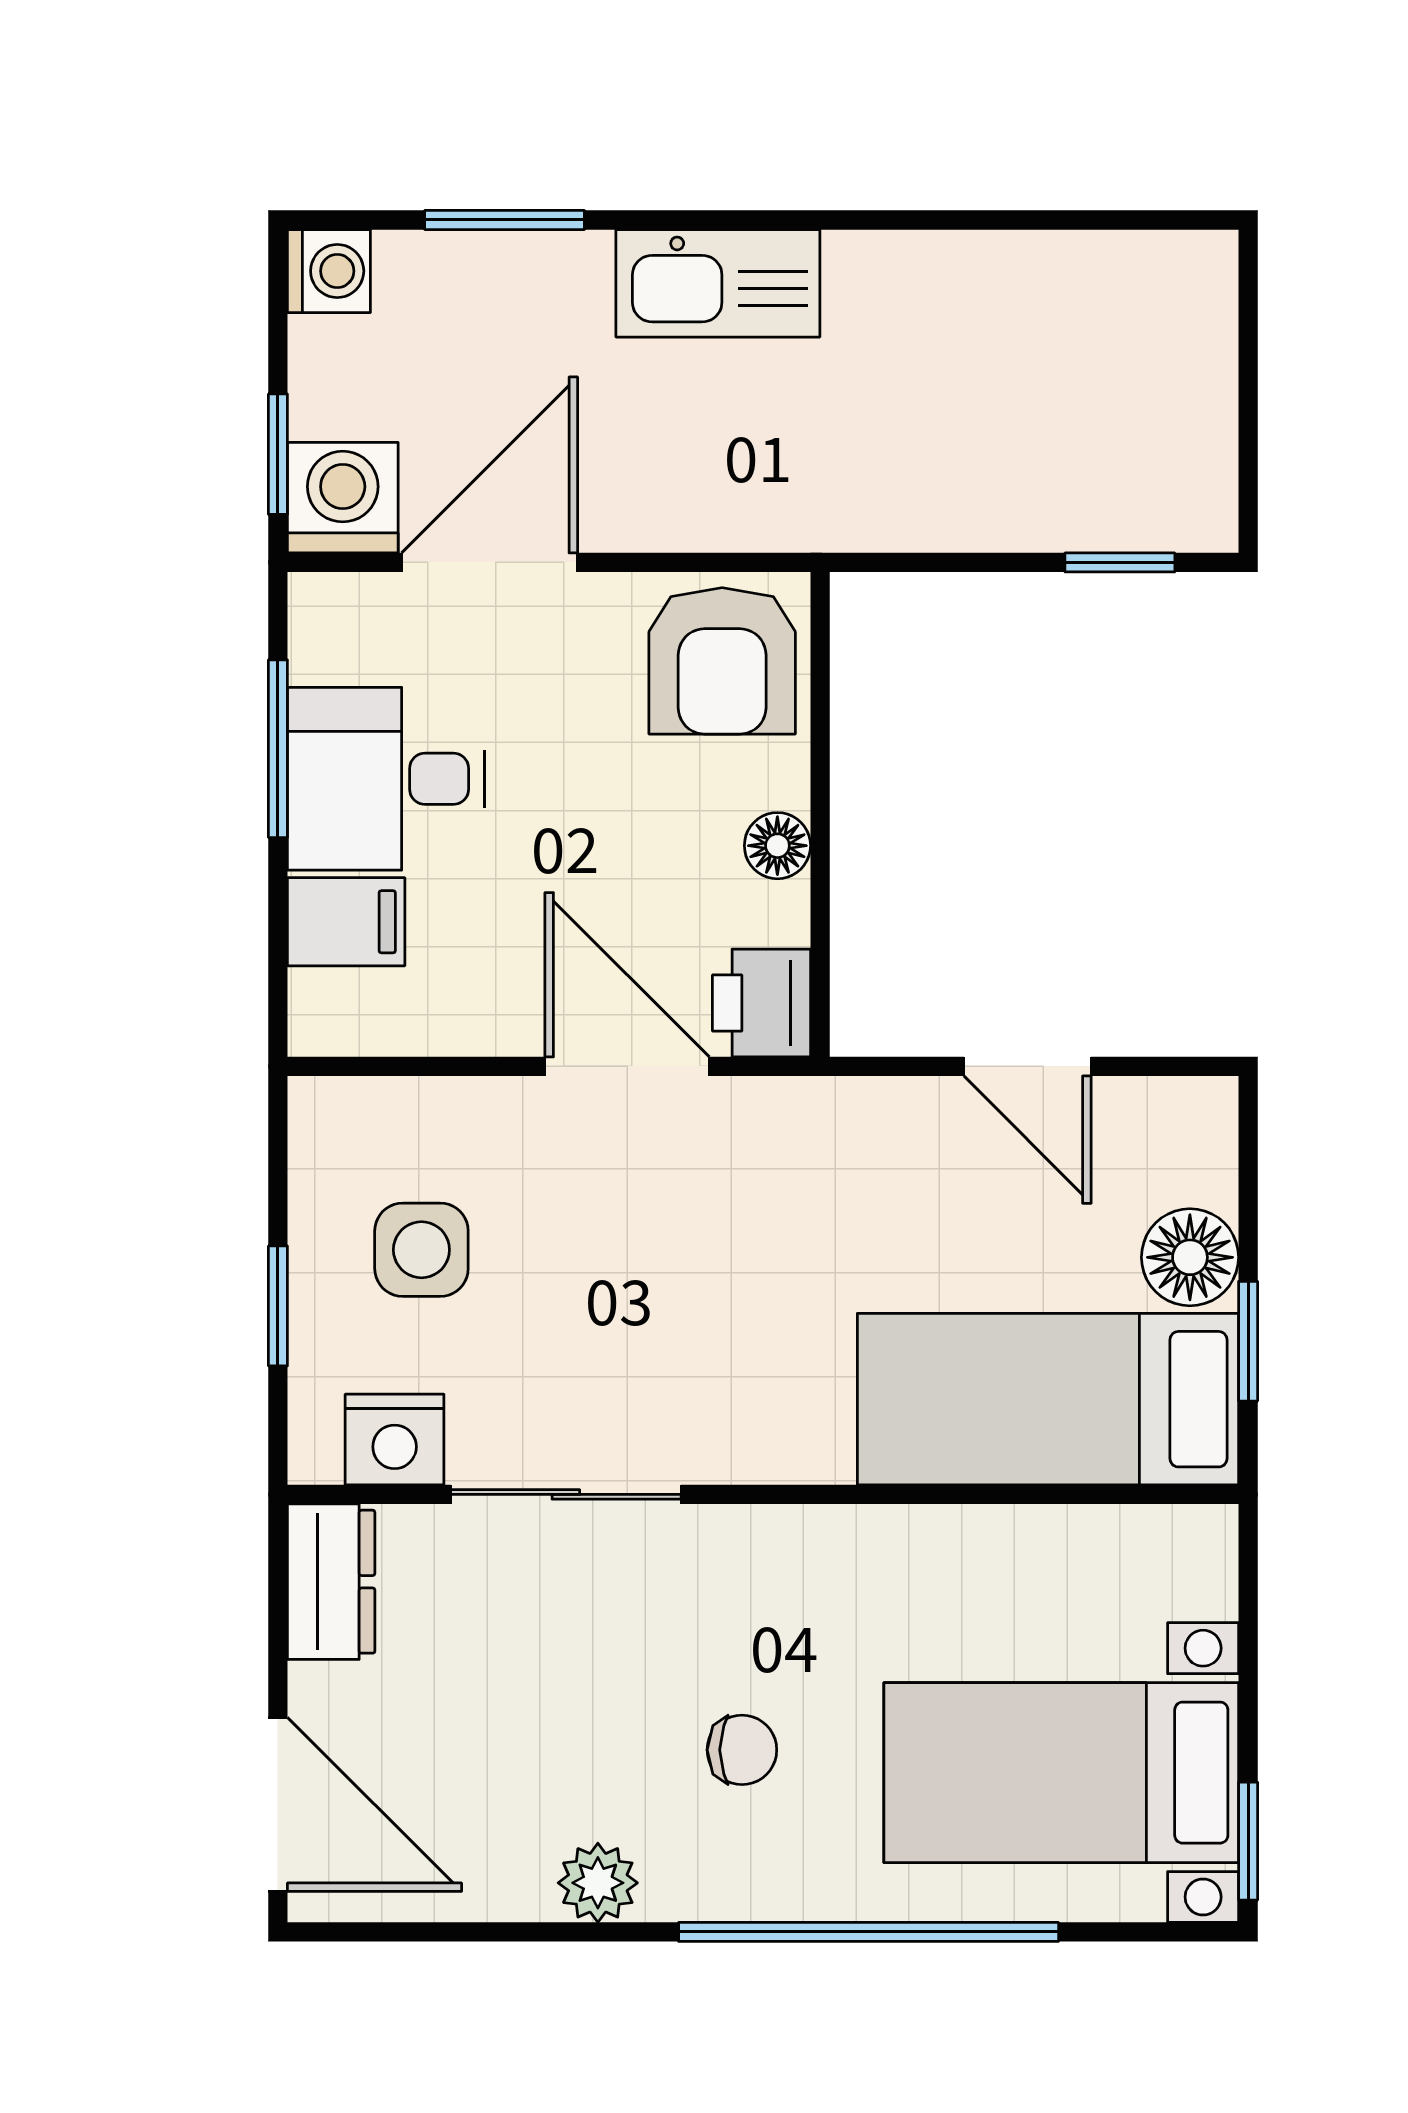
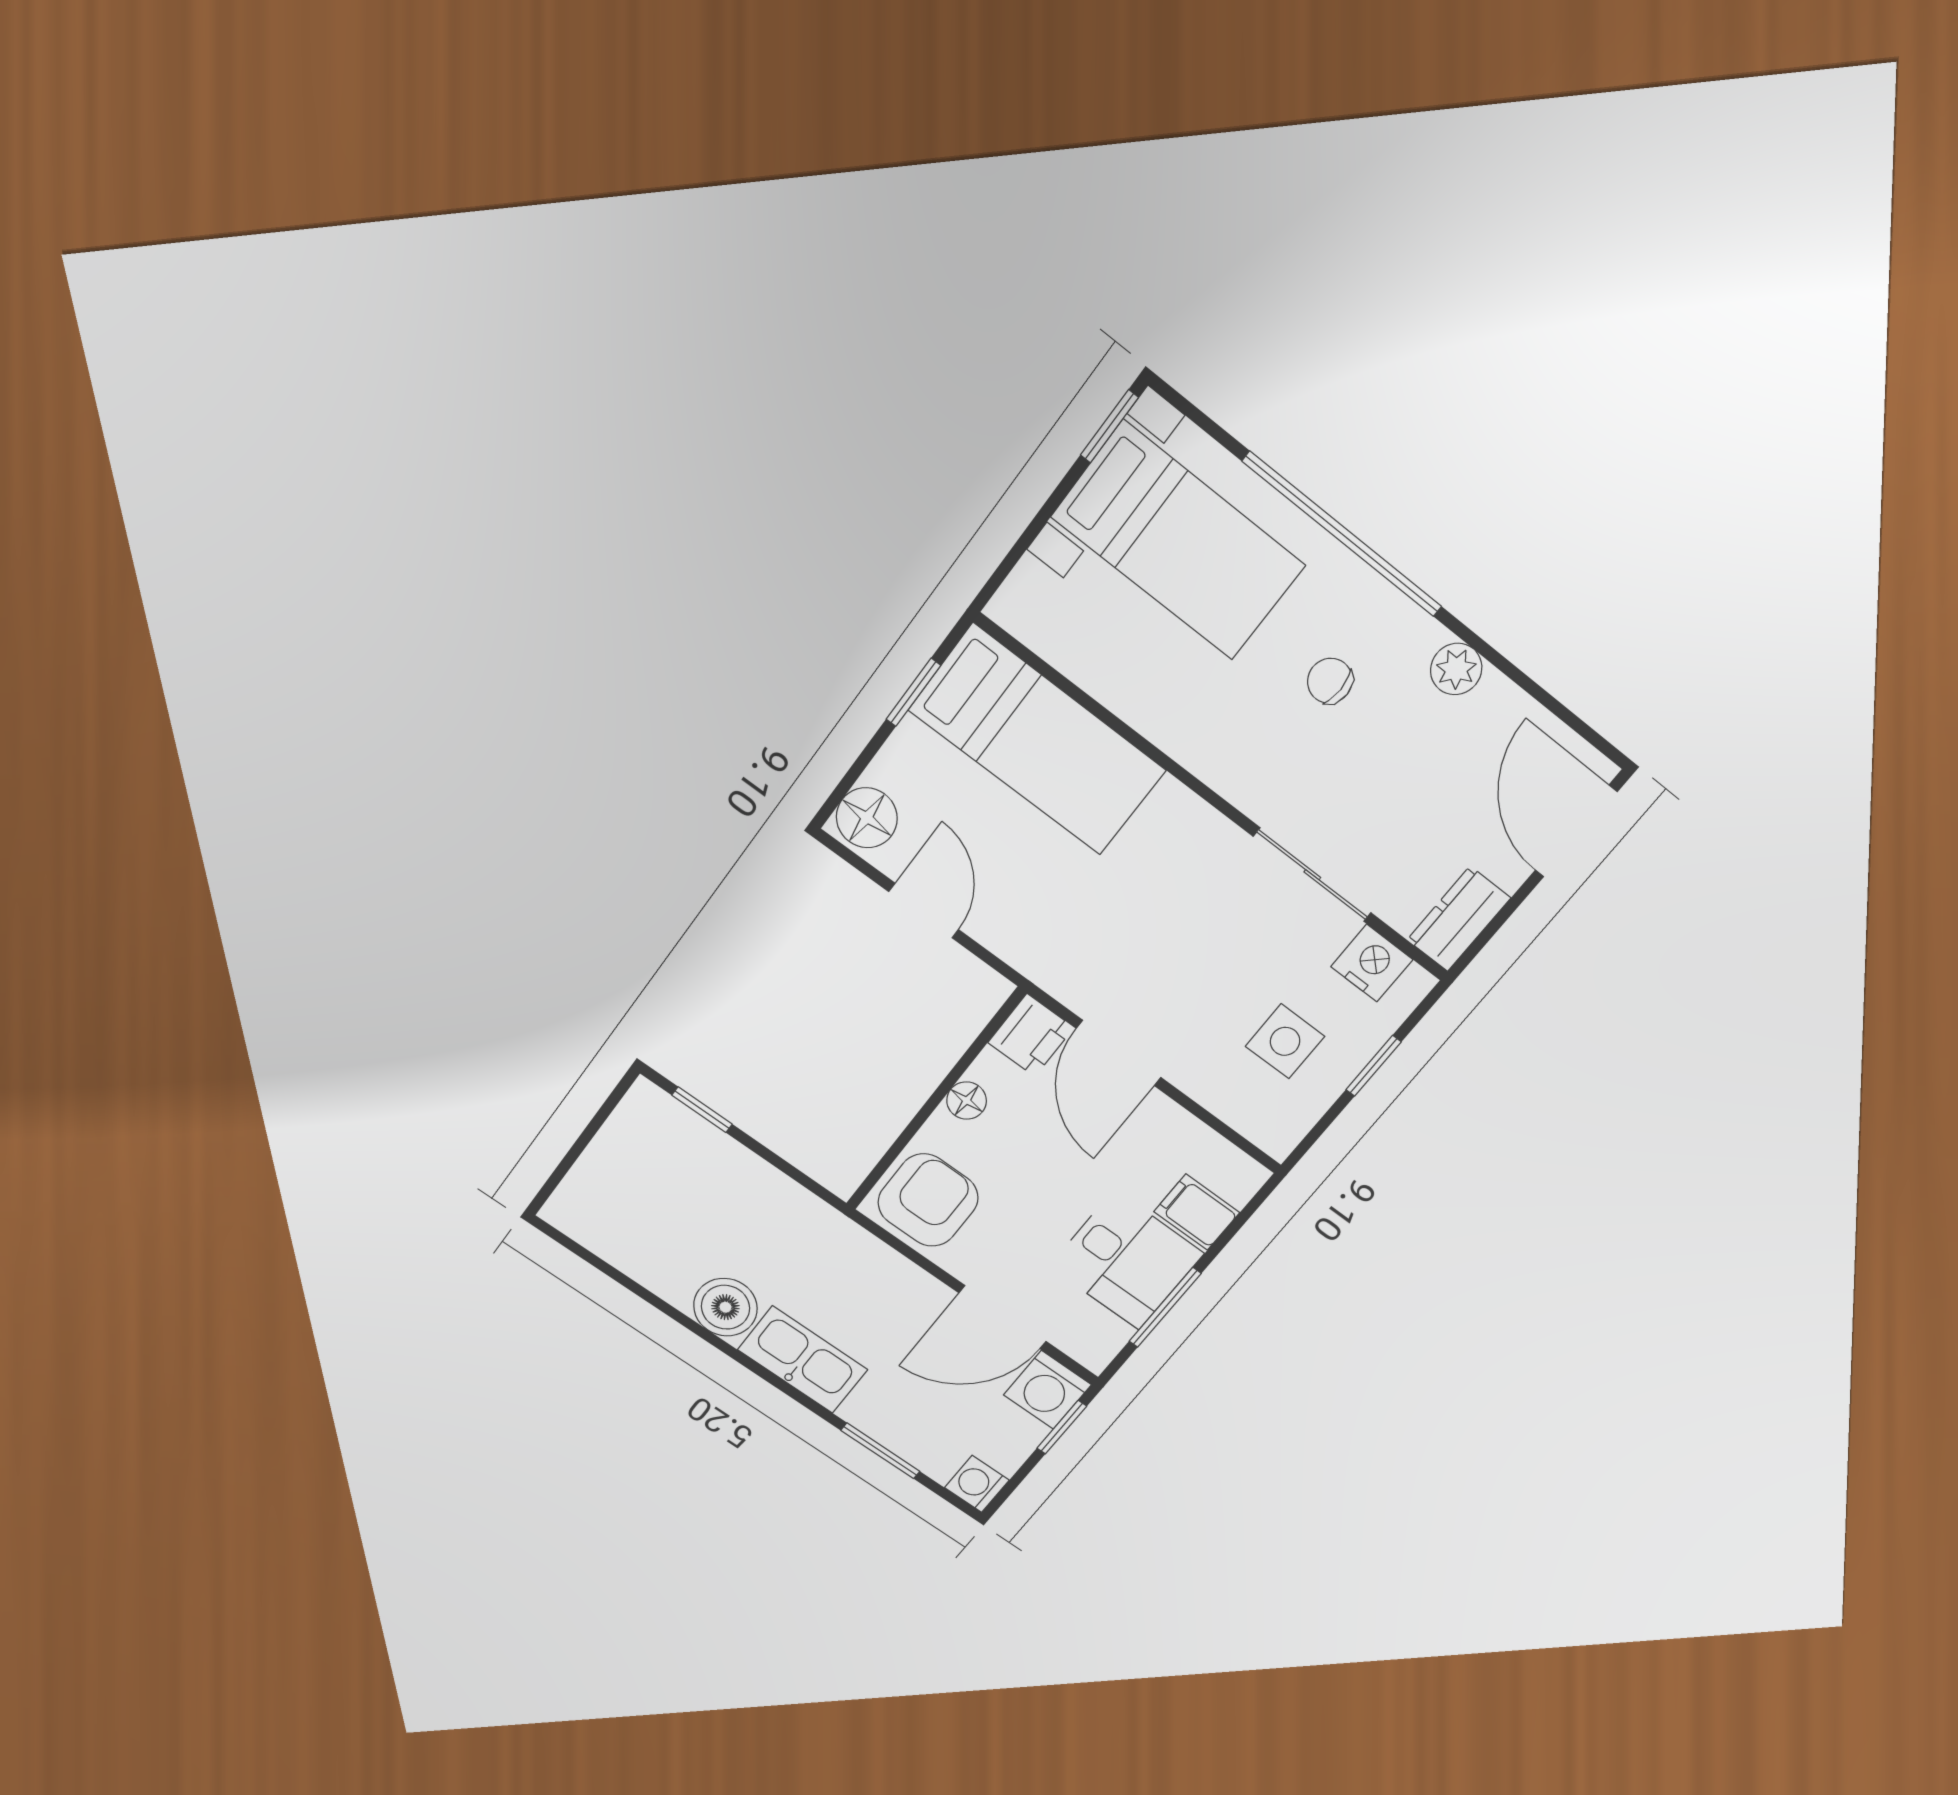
boiler: (882, 285) -> (725, 1307), added
floor lamp: (1190, 1257) -> (867, 818), moved

